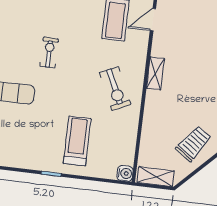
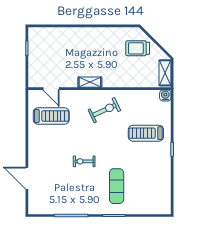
trolley: (193, 144) -> (138, 48), turned -35

